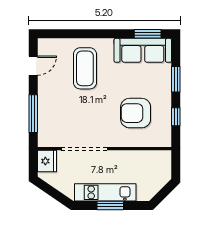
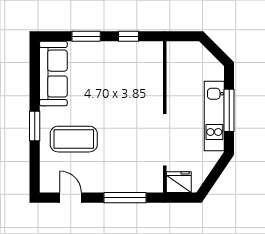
window: (148, 34) -> (35, 126), moved
armchair: (136, 113) -> (124, 82), removed
window: (110, 205) -> (229, 110), width x1.44

